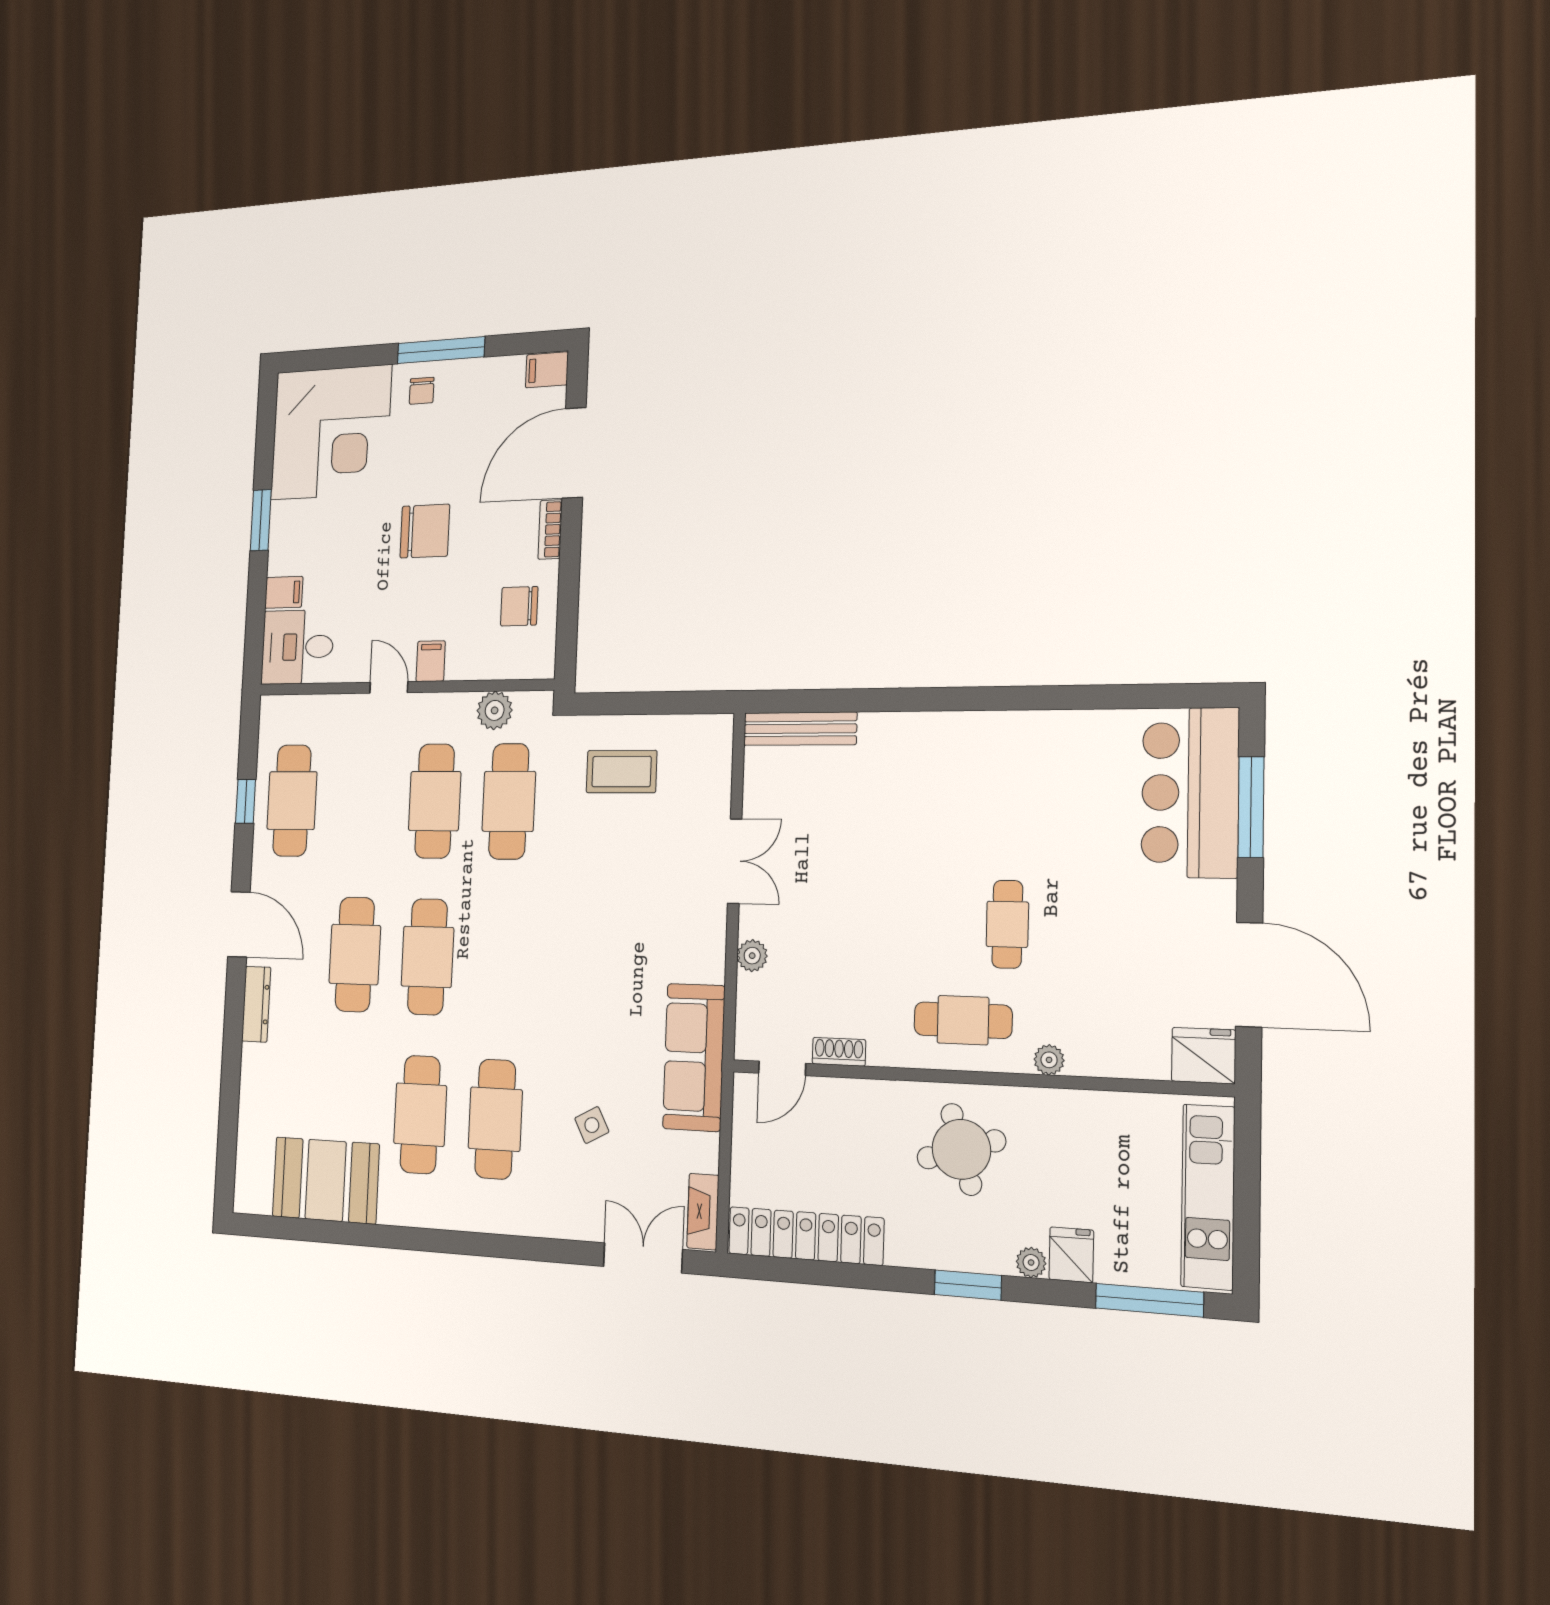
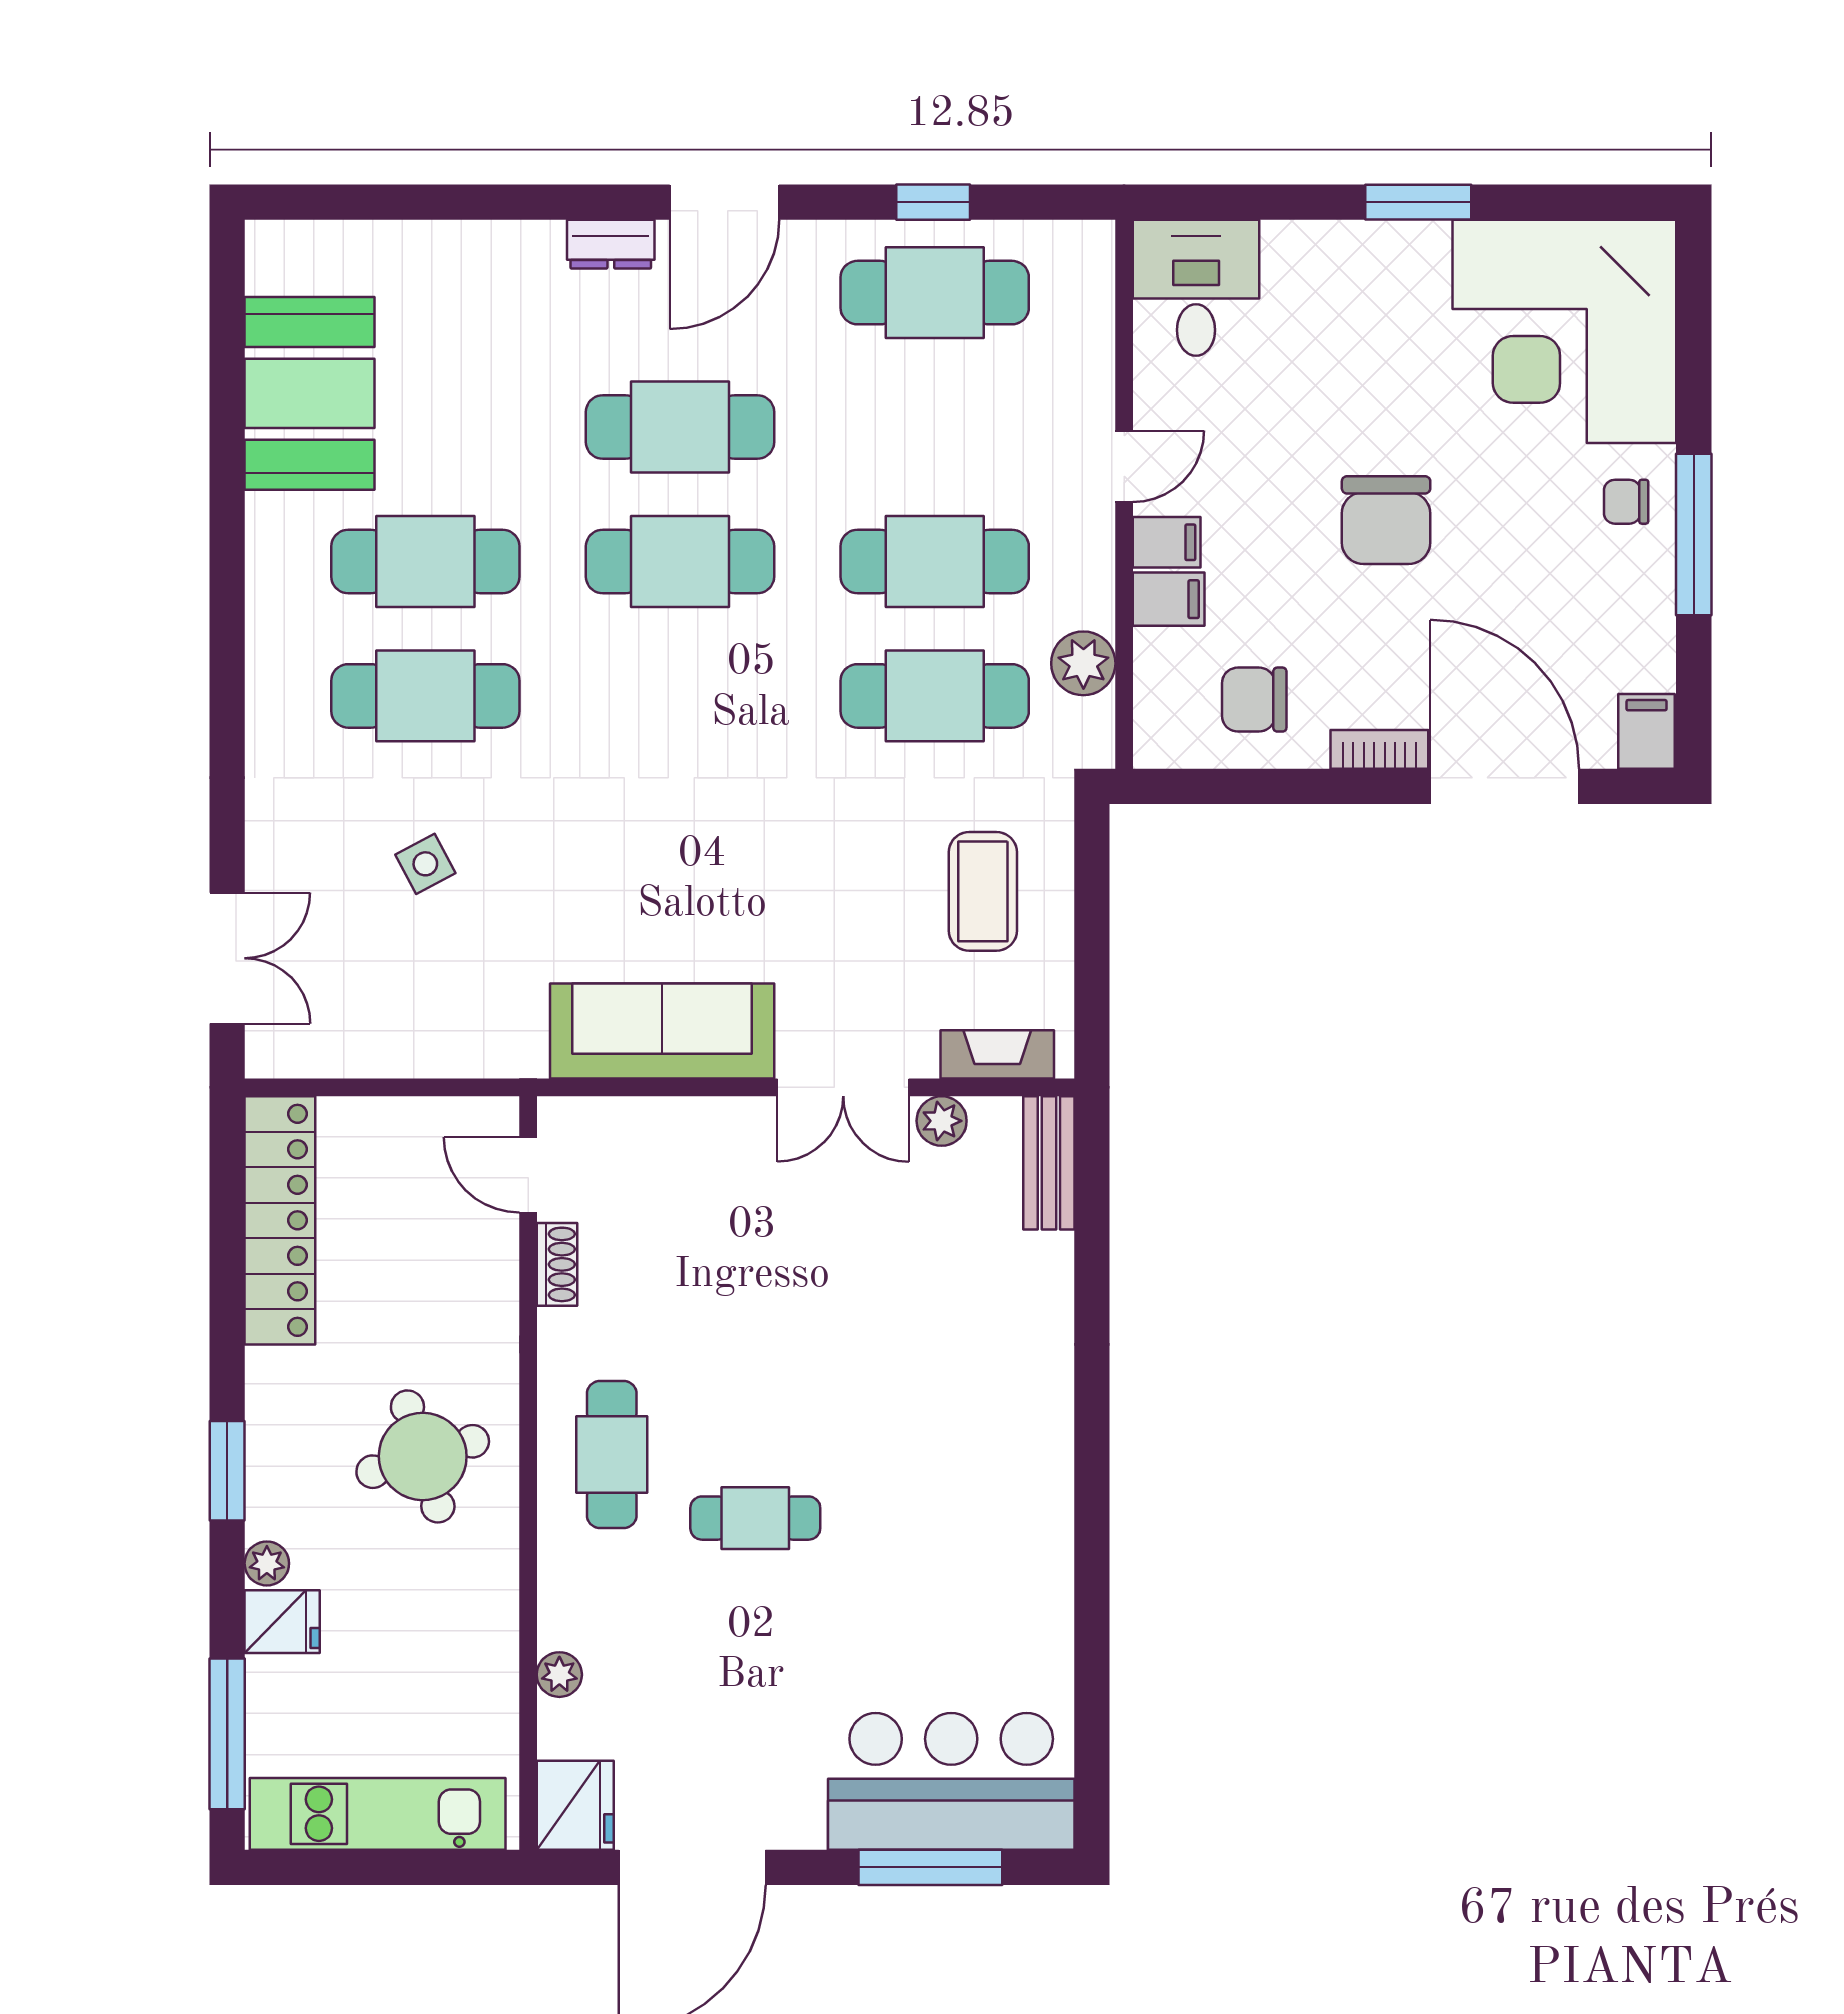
filing cabinet: (284, 592) -> (1169, 599), moved, turned -90
chair: (519, 606) -> (1254, 700), turned -90
bench: (800, 729) -> (1049, 1163), width x0.73
plant: (752, 956) -> (942, 1121), moved
dresser: (256, 1004) -> (611, 244), width x0.70
sofa: (694, 1057) -> (662, 1031), moved
plant: (1049, 1060) -> (559, 1675), moved
fireplace: (703, 1212) -> (997, 1054), moved

